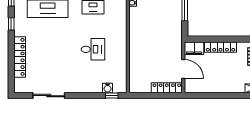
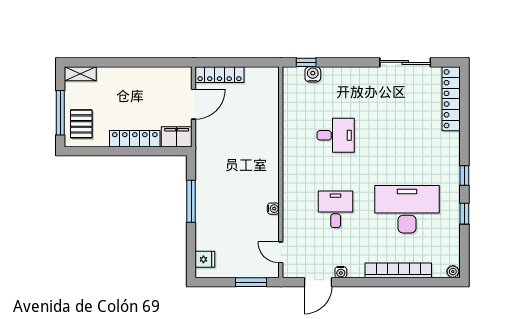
desk: (93, 49) -> (336, 135), turned 180
locker: (20, 57) -> (451, 99), moved
door: (183, 69) -> (194, 104), swing flipped

